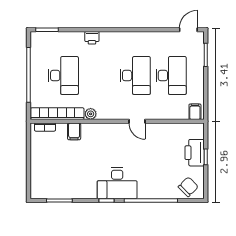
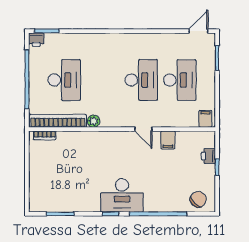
printer: (92, 38) -> (36, 40), moved
filing cabinet: (74, 131) -> (168, 140), moved
printer: (195, 153) -> (208, 156), width x0.53, depth x0.68

